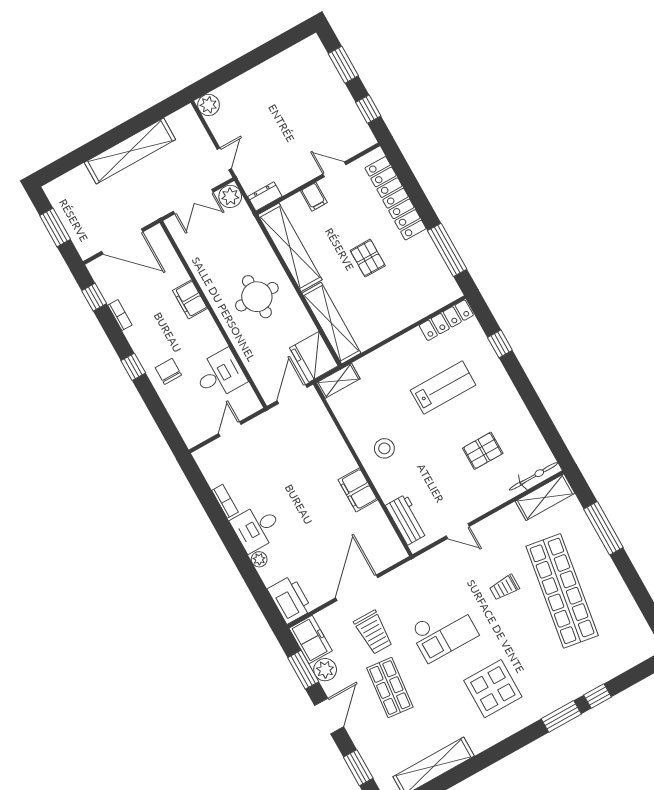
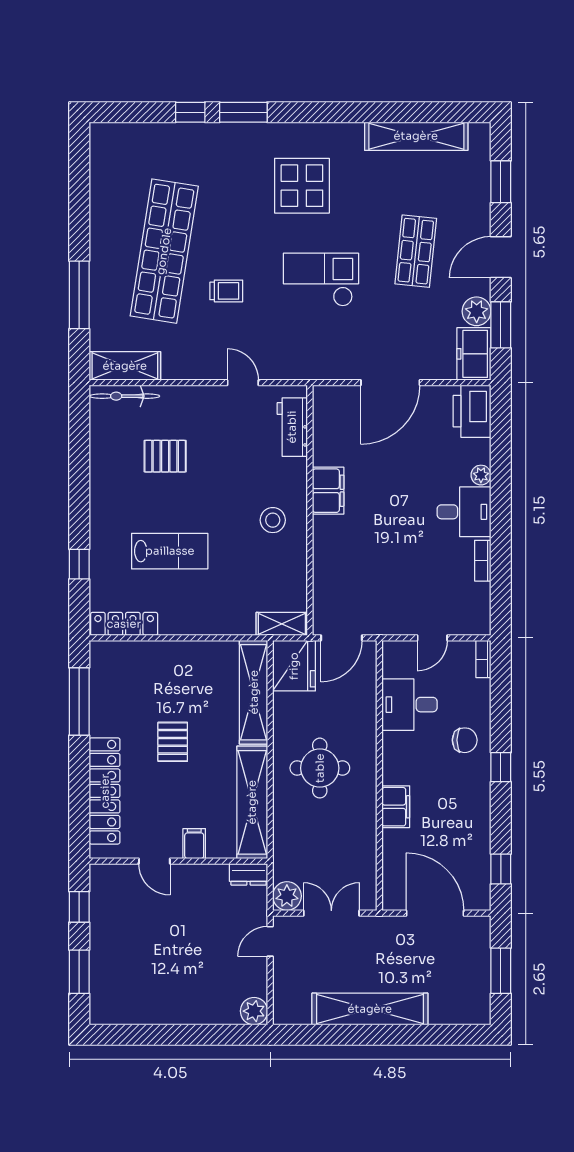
bookcase: (120, 315) -> (483, 659), moved
chair: (168, 371) -> (465, 740), turned -90
lab bench: (443, 388) -> (170, 551), turned 180
trolley: (373, 632) -> (400, 323), removed

